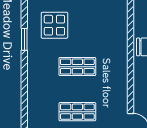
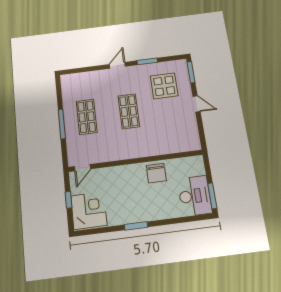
door: (24, 72) -> (117, 65), added

